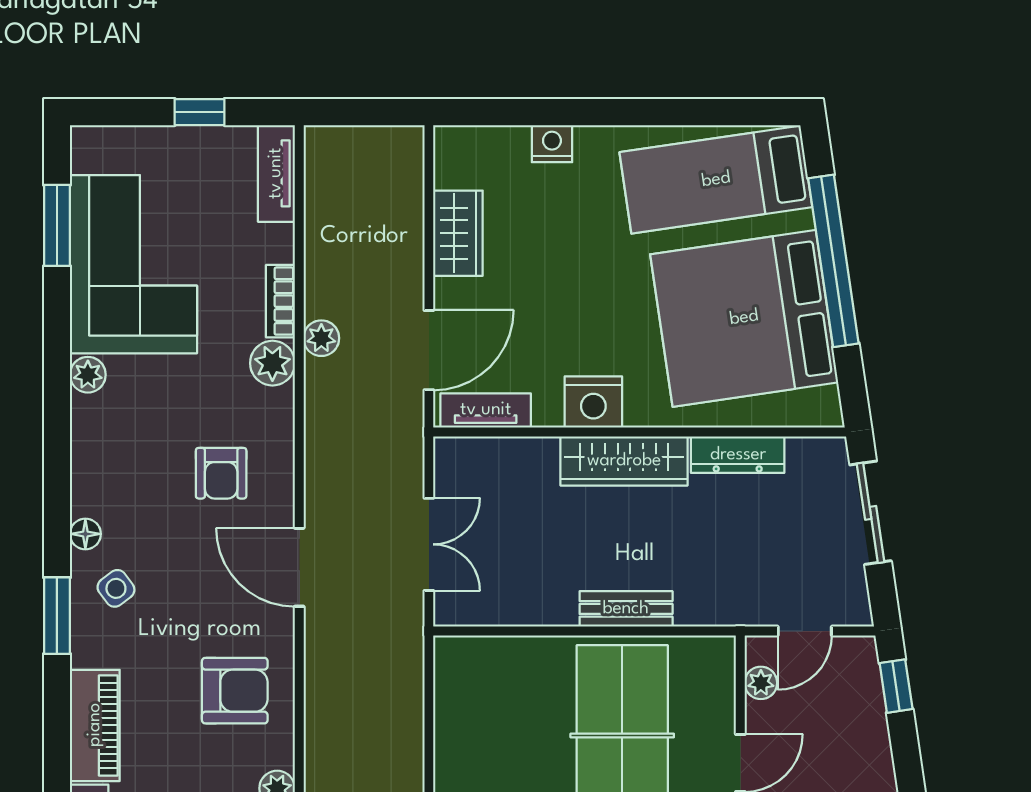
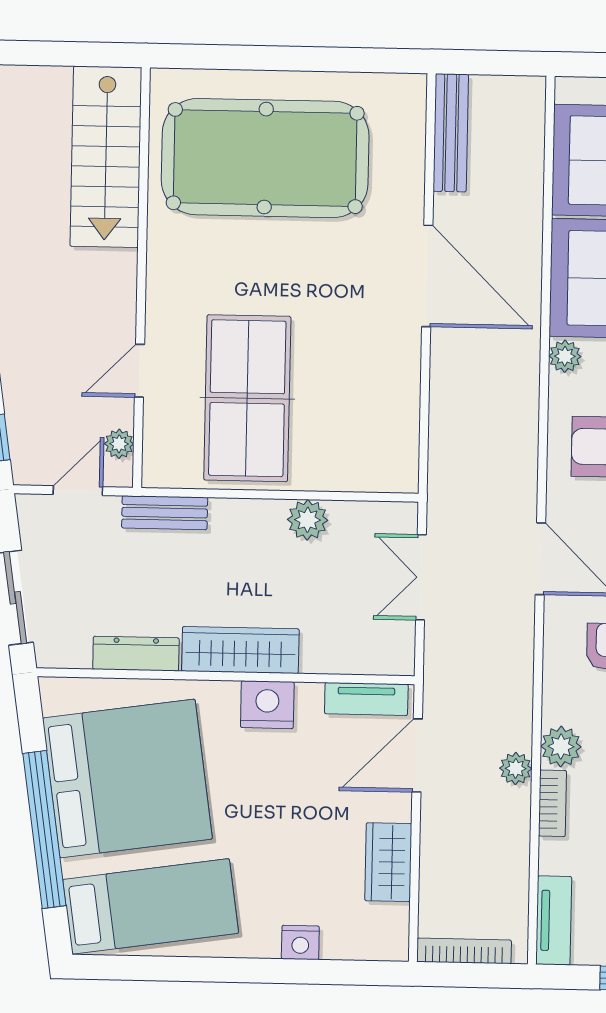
bookcase: (373, 138) -> (464, 951), added
plant: (554, 604) -> (308, 520), added
bench: (626, 609) -> (165, 513), moved

